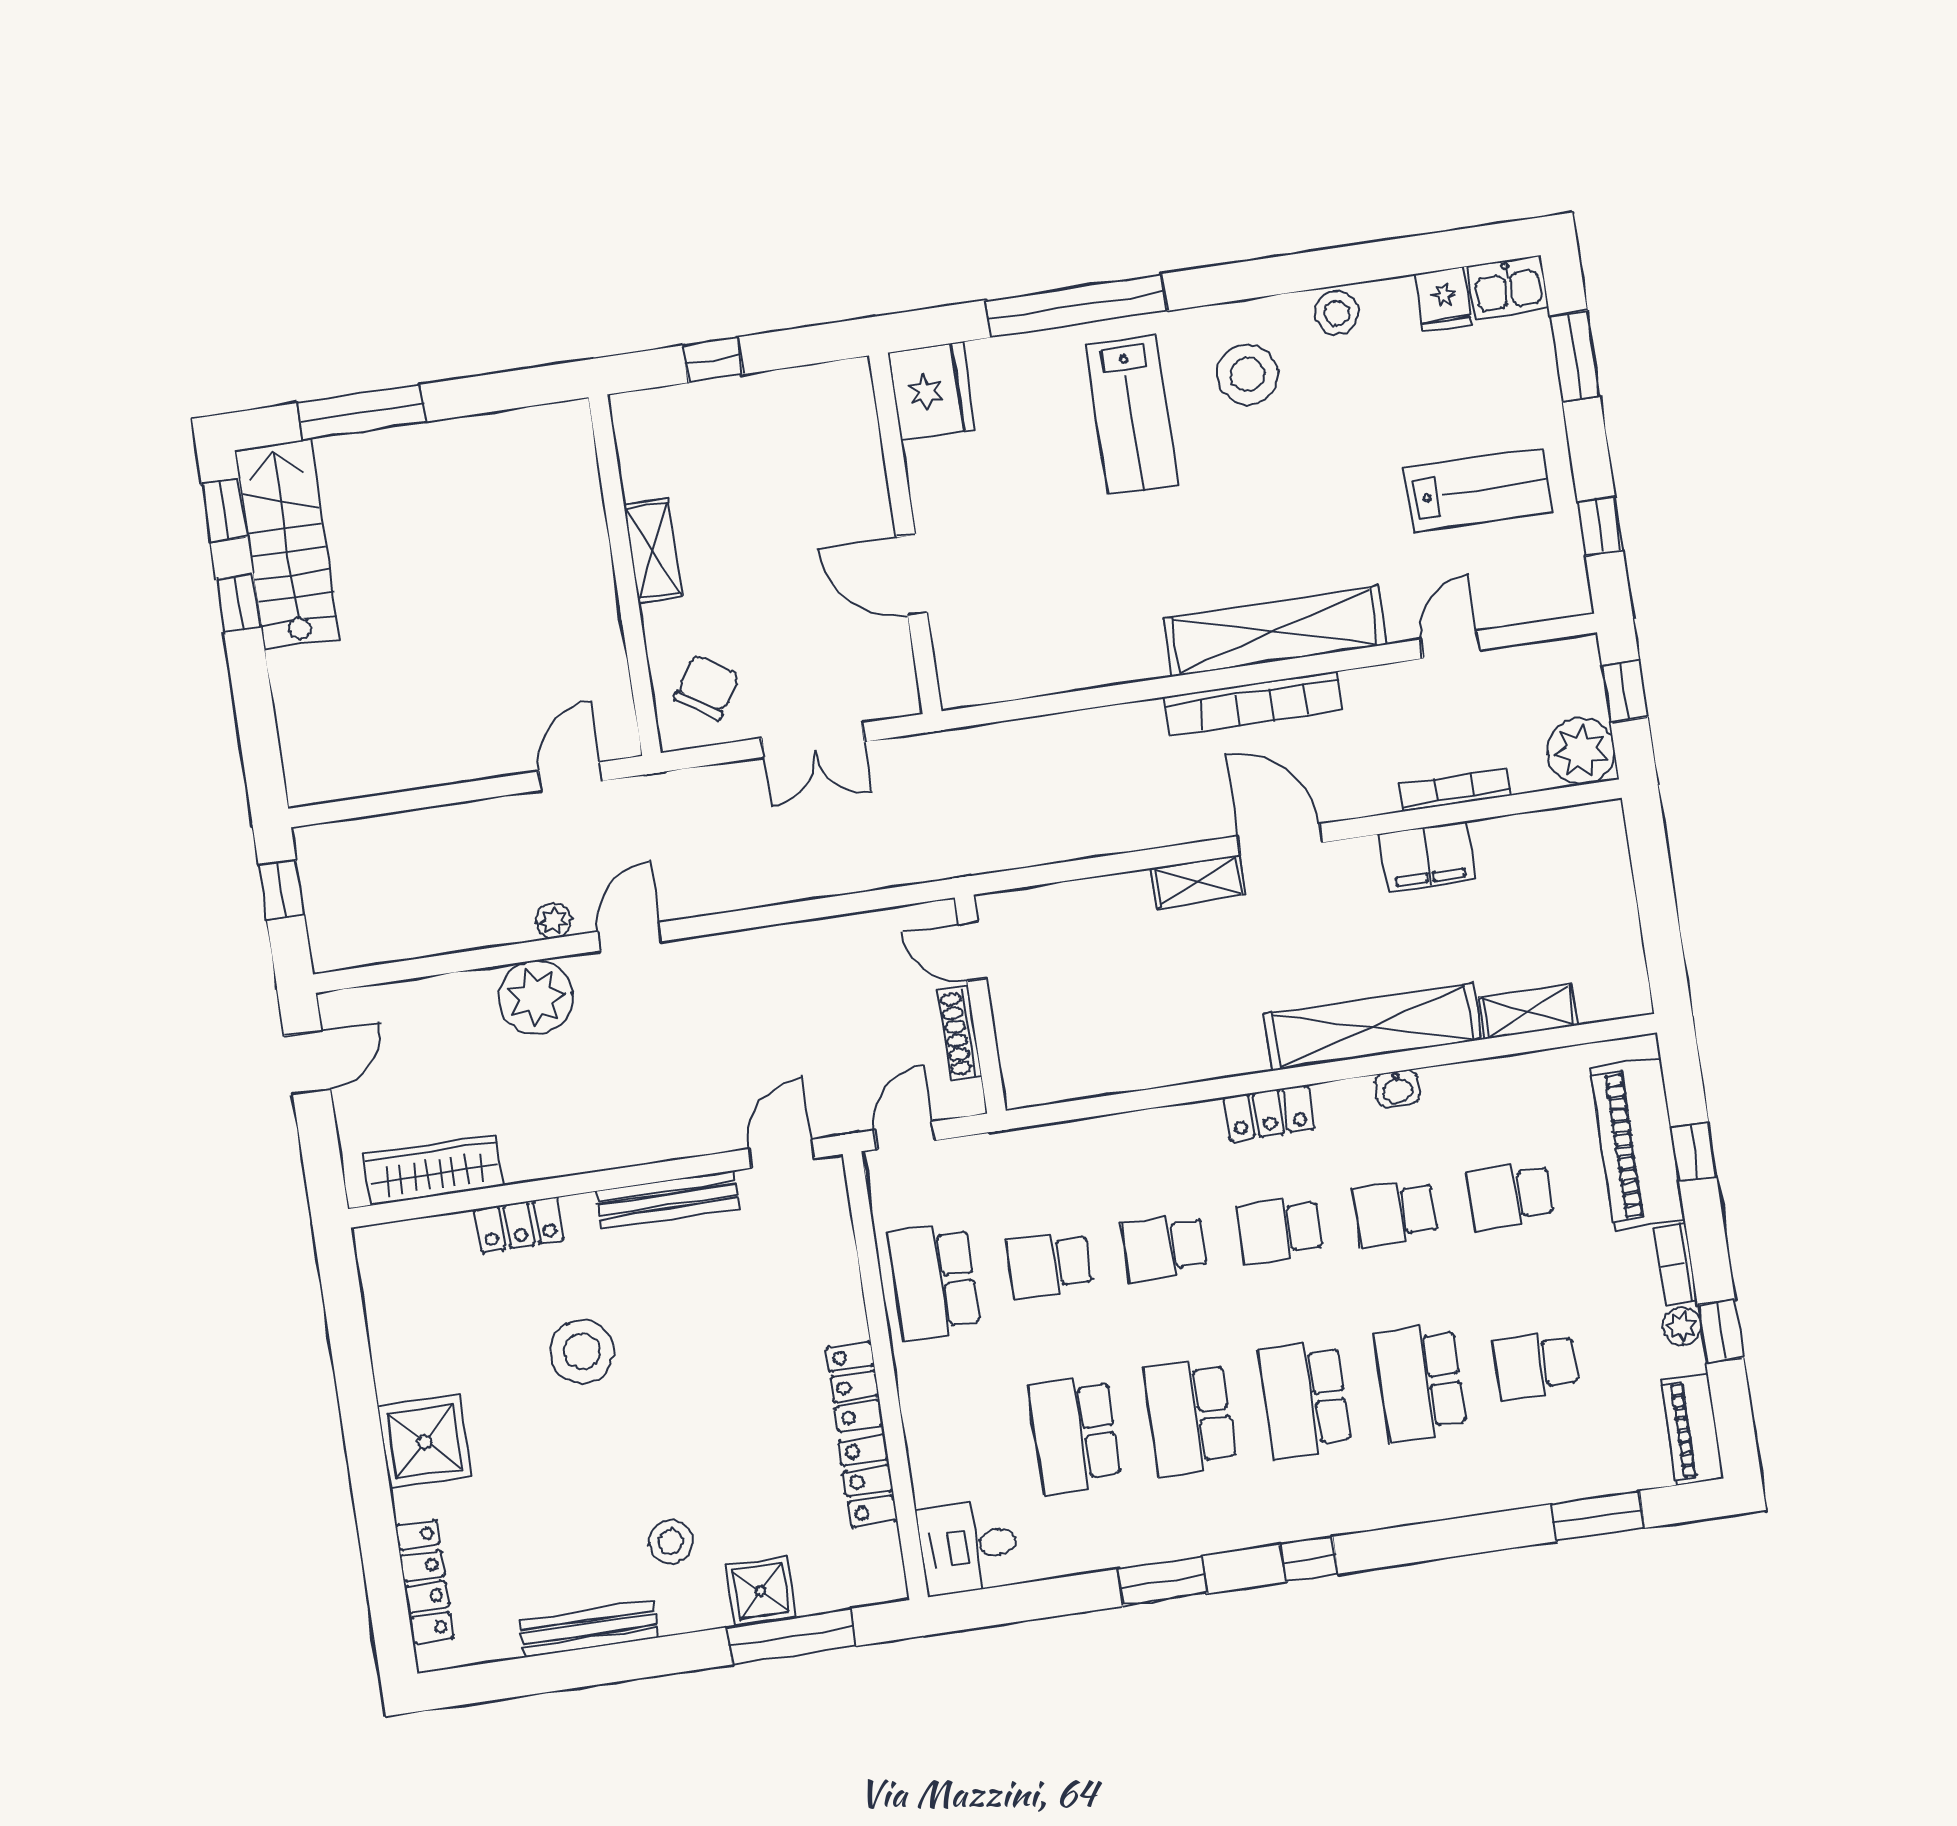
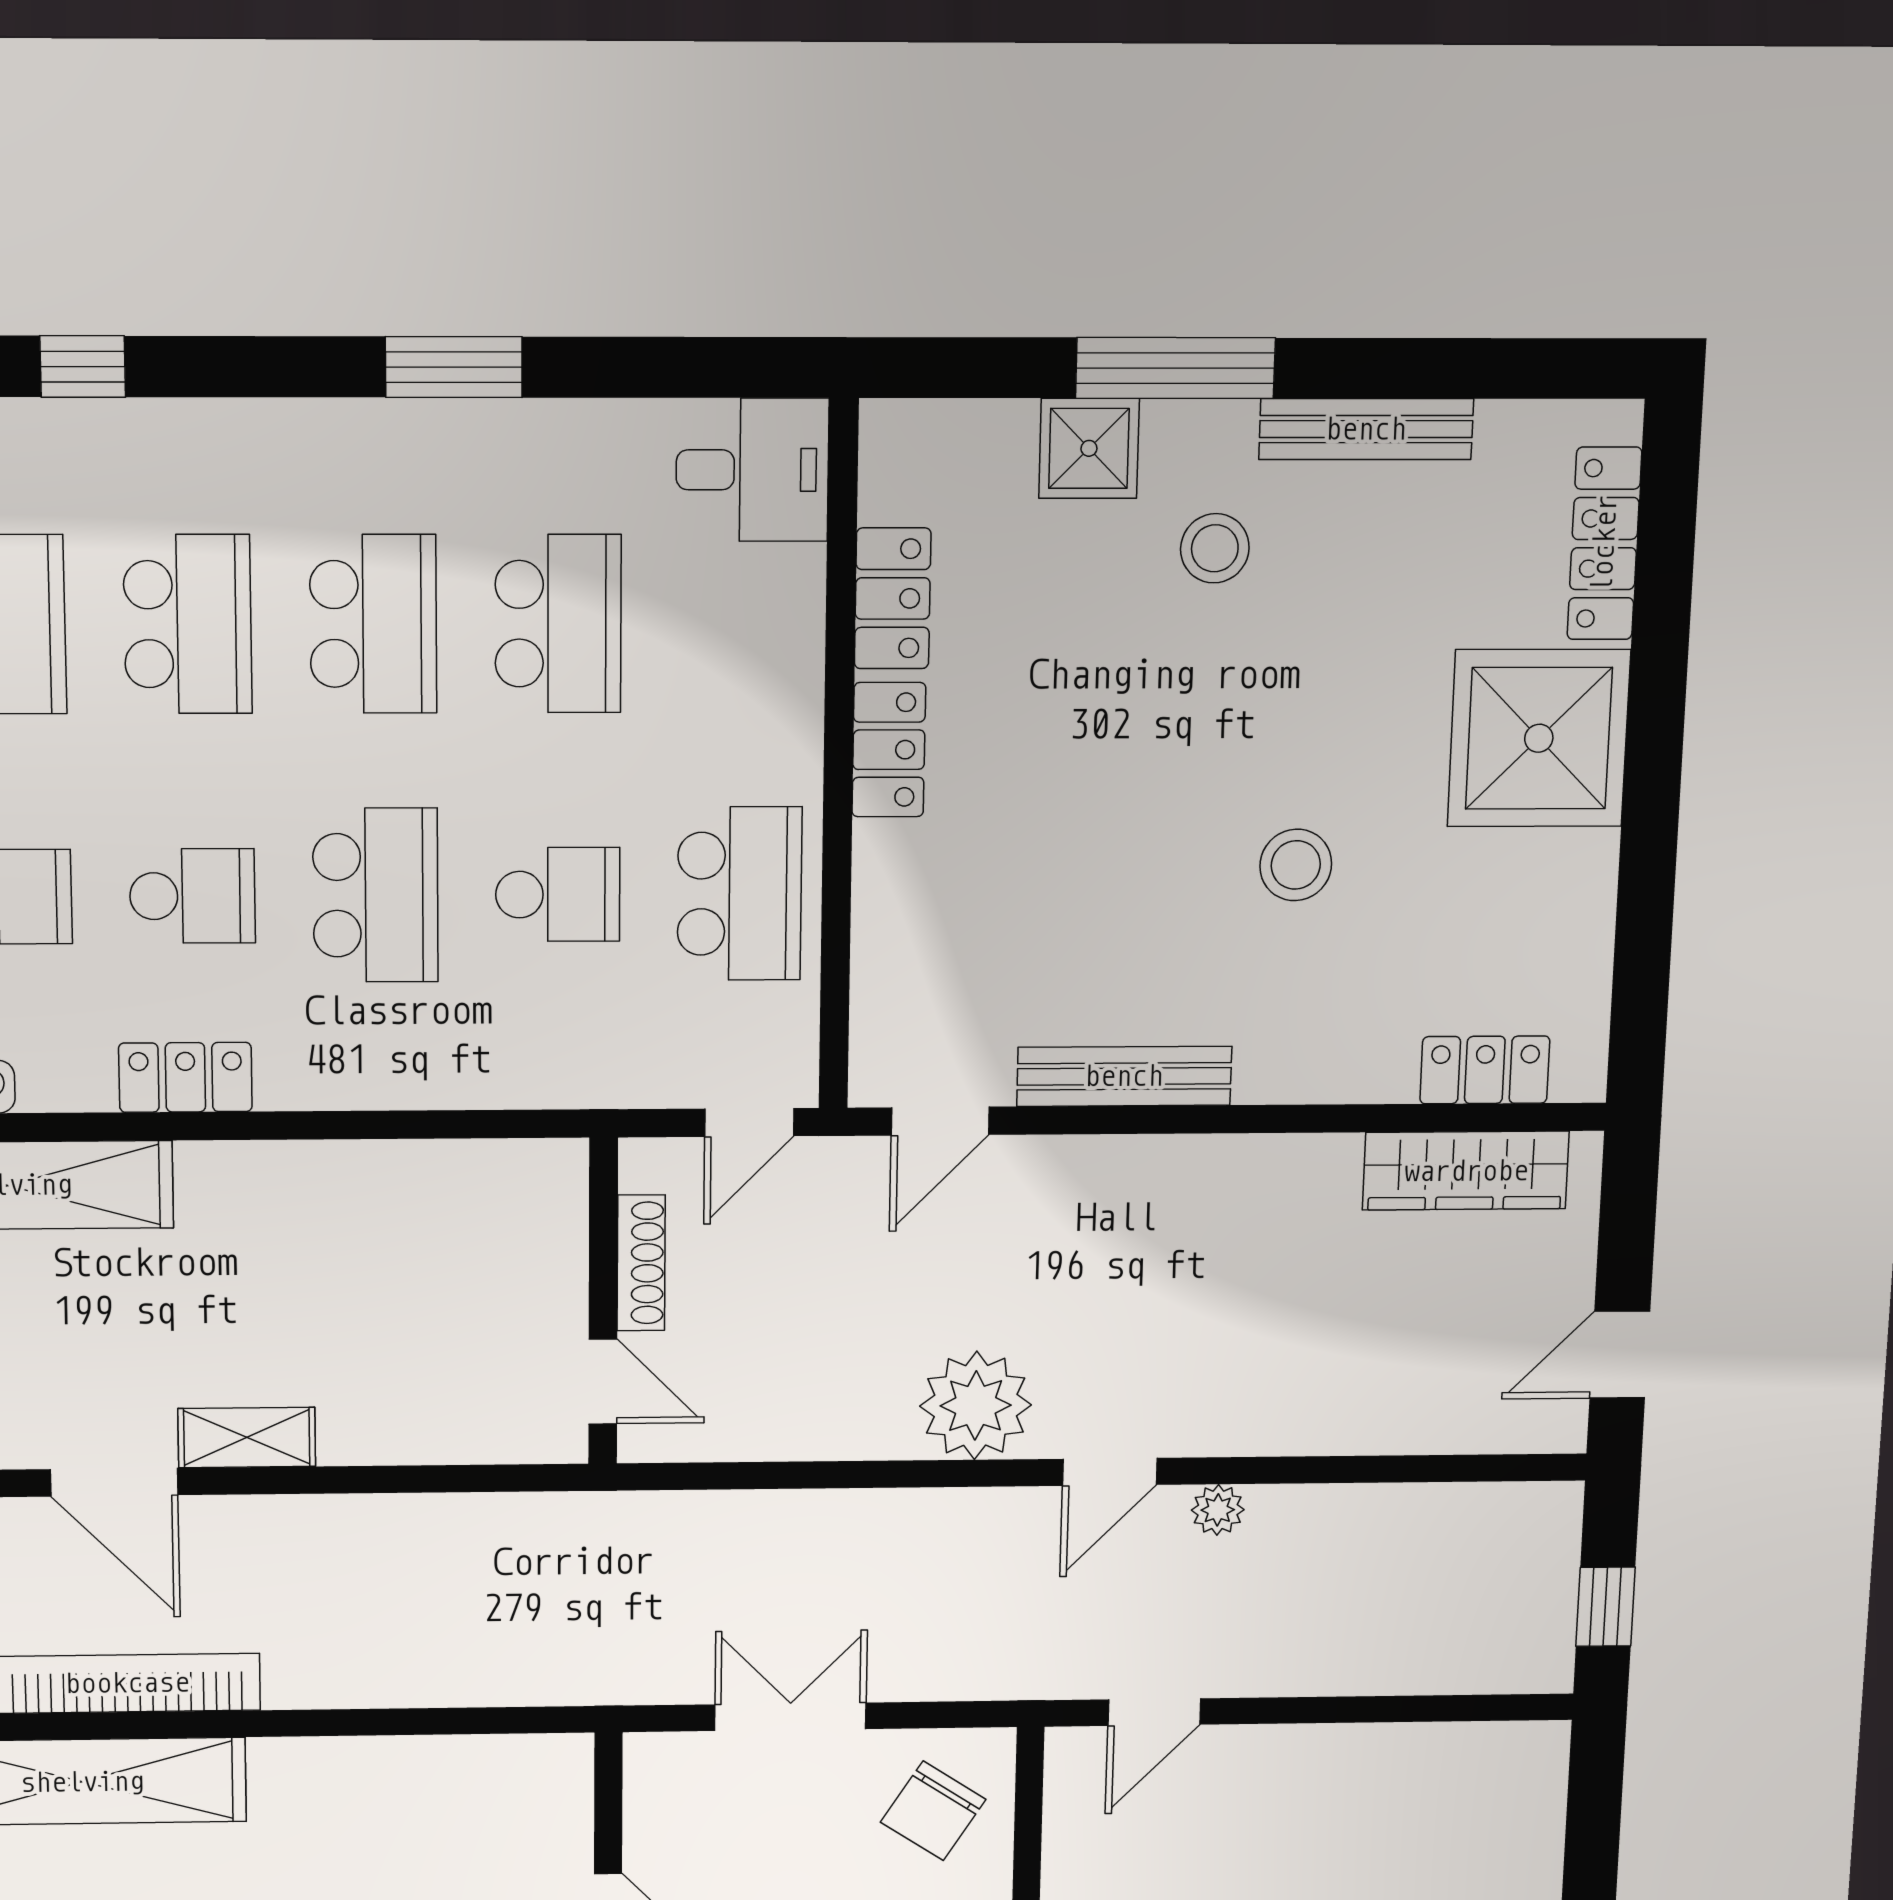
plant: (536, 997) -> (976, 1406), moved
locker: (519, 1225) -> (1485, 1070), moved
school desk: (1165, 1247) -> (375, 895), width x1.85
stool: (582, 1352) -> (1296, 865), width x0.73, depth x0.73
shower: (424, 1442) -> (1539, 738), width x1.37, depth x1.37
window: (1309, 1559) -> (83, 367), moved
window: (792, 1637) -> (1175, 368), moved

